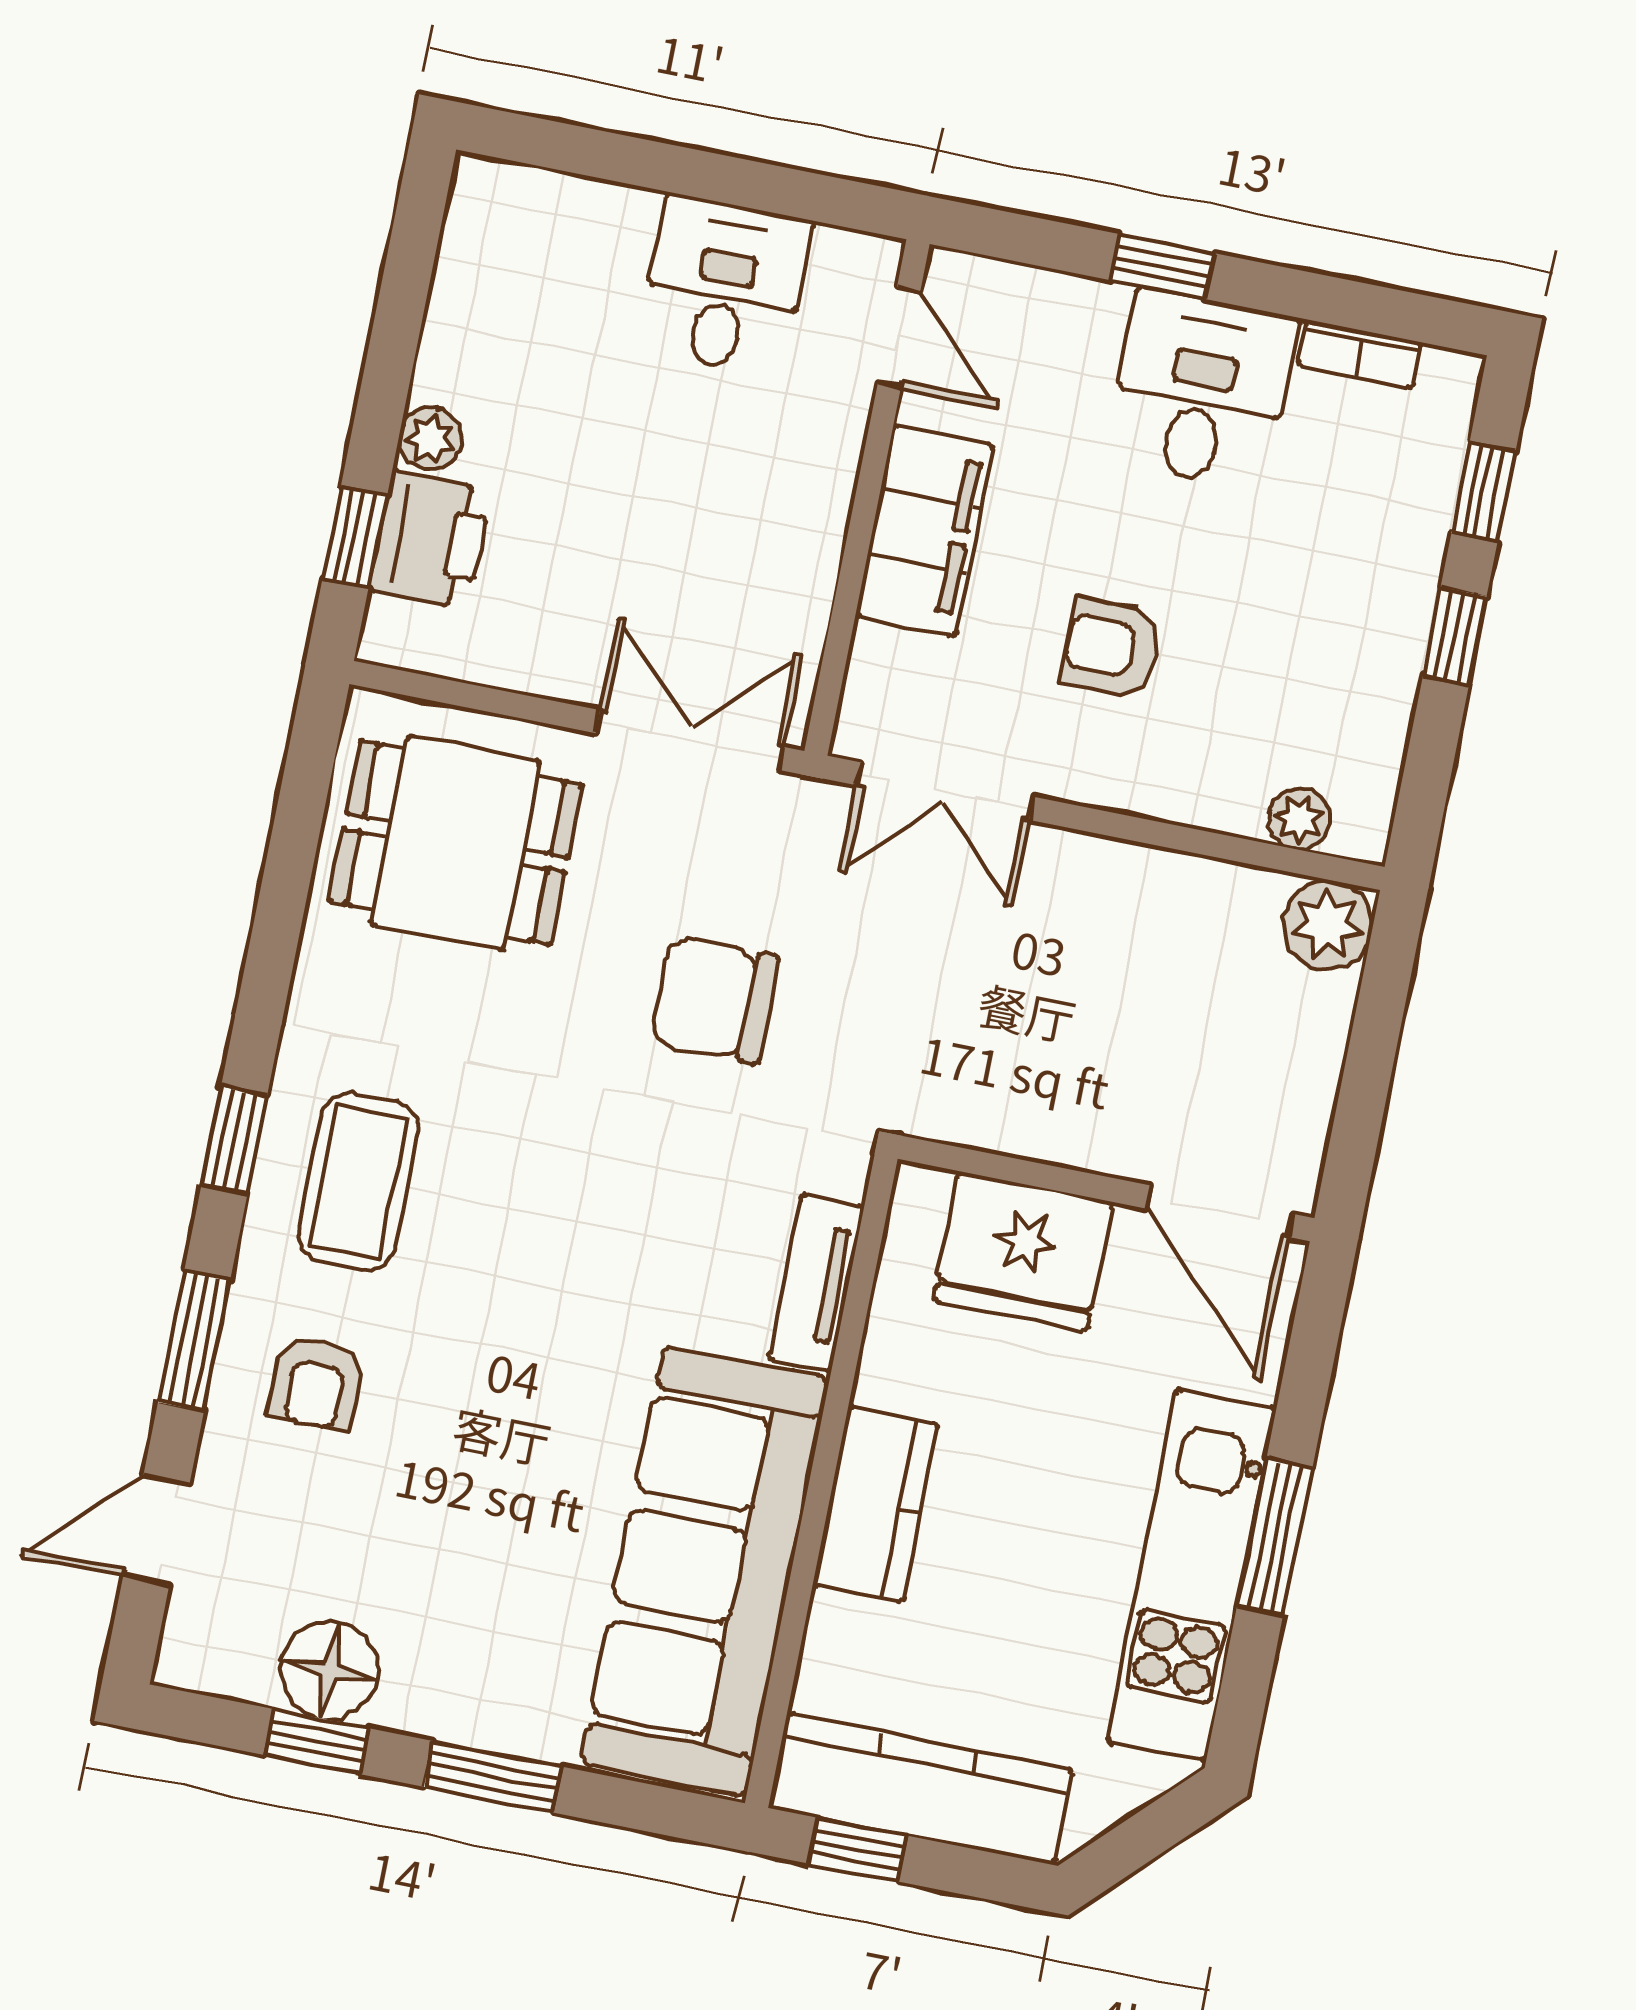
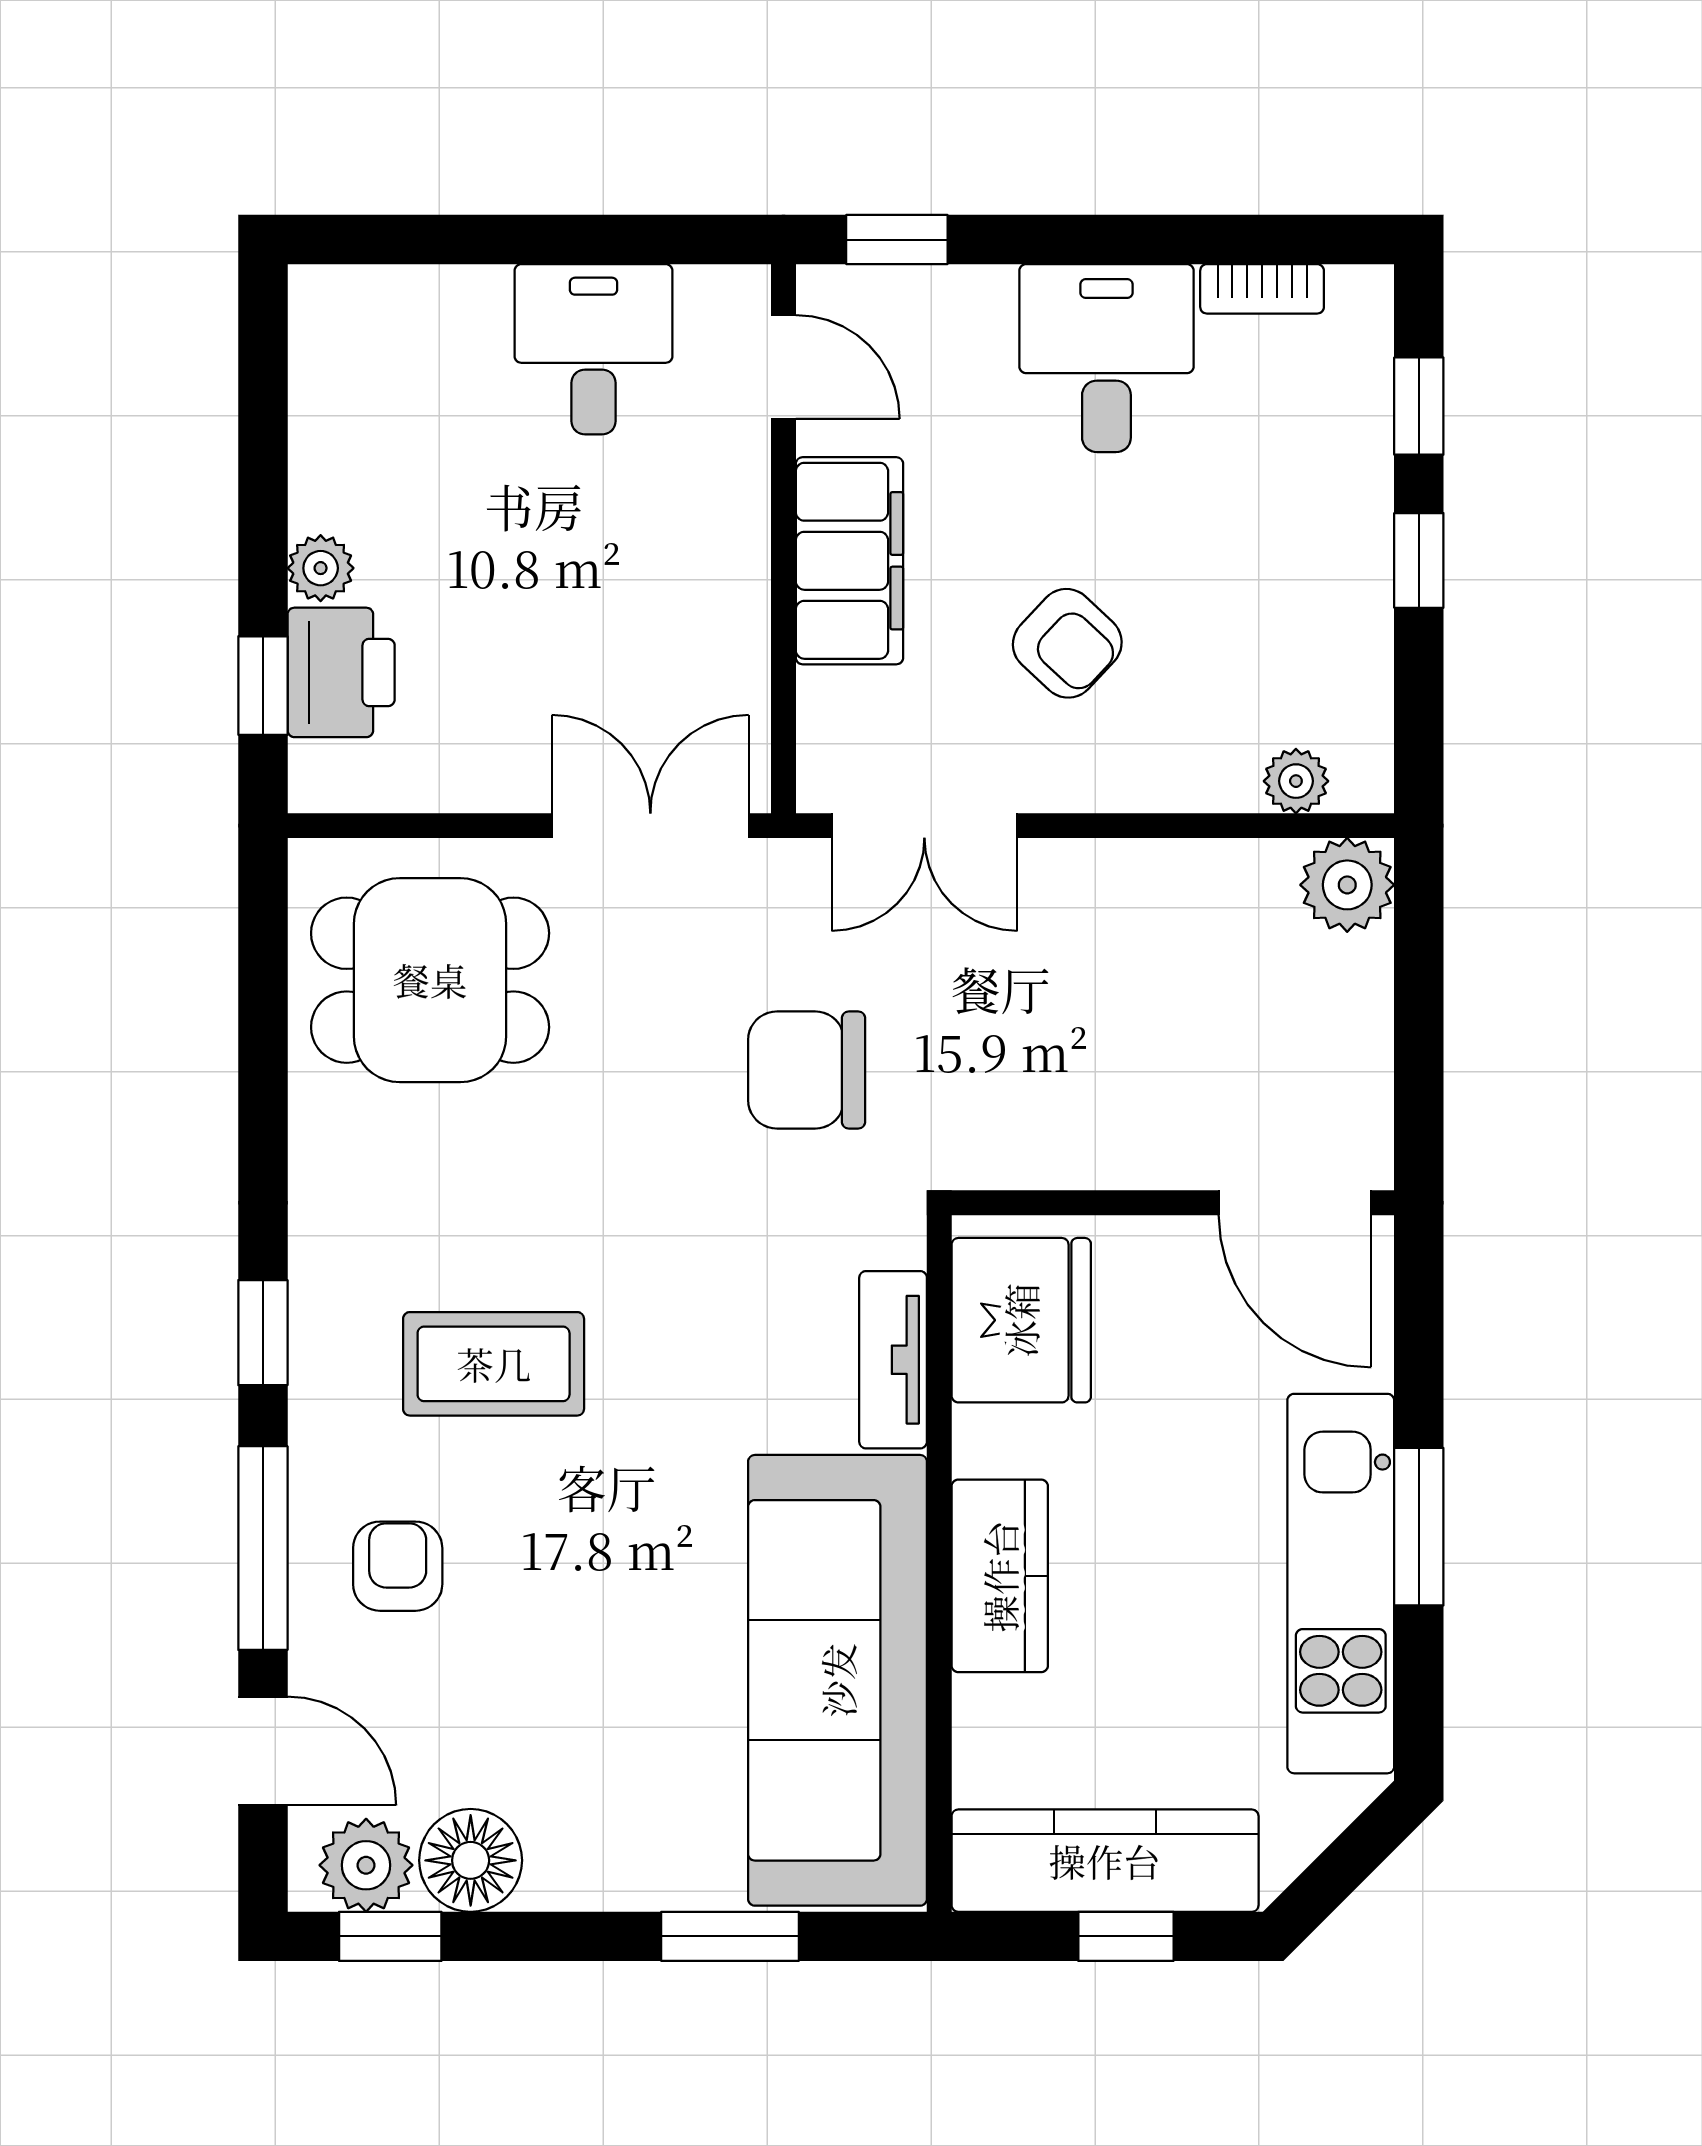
window: (1162, 267) -> (897, 240), moved
armchair: (1112, 648) -> (1067, 643), turned -137
chair: (715, 1000) -> (807, 1070), moved
coffee table: (358, 1181) -> (494, 1364), moved, turned 90
fridge: (1023, 1251) -> (1021, 1320), moved, turned -90
window: (194, 1341) -> (263, 1548), width x1.44
armchair: (316, 1383) -> (398, 1566), turned 180
door: (156, 1530) -> (263, 1751), swing flipped
plant: (231, 1656) -> (366, 1865), added
window: (317, 1742) -> (390, 1936), moved
window: (493, 1777) -> (730, 1936), moved
window: (858, 1850) -> (1126, 1936), moved

